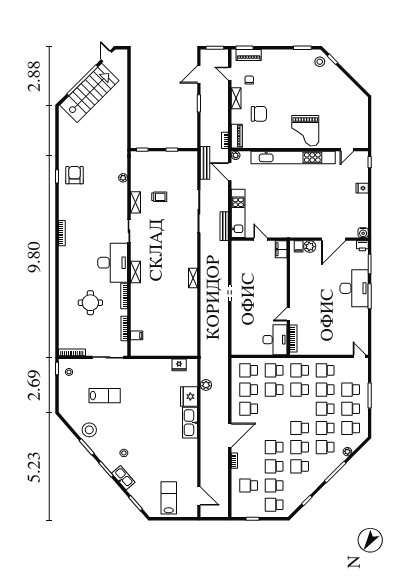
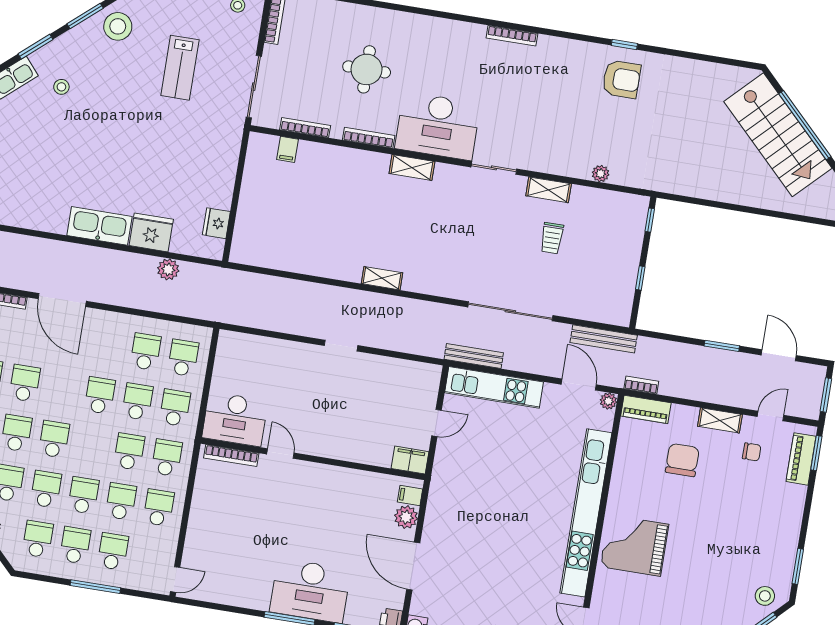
chair: (259, 114) -> (682, 460), turned 180
door: (230, 171) -> (579, 385), hinge flipped
school desk: (249, 409) -> (100, 395), moved

